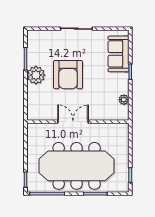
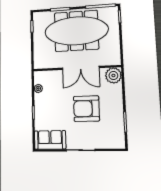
sofa: (119, 54) -> (50, 140), moved, turned -90
plant: (36, 75) -> (113, 75), moved
armchair: (68, 75) -> (86, 109), turned -90
double door: (73, 122) -> (81, 68), width x1.37

